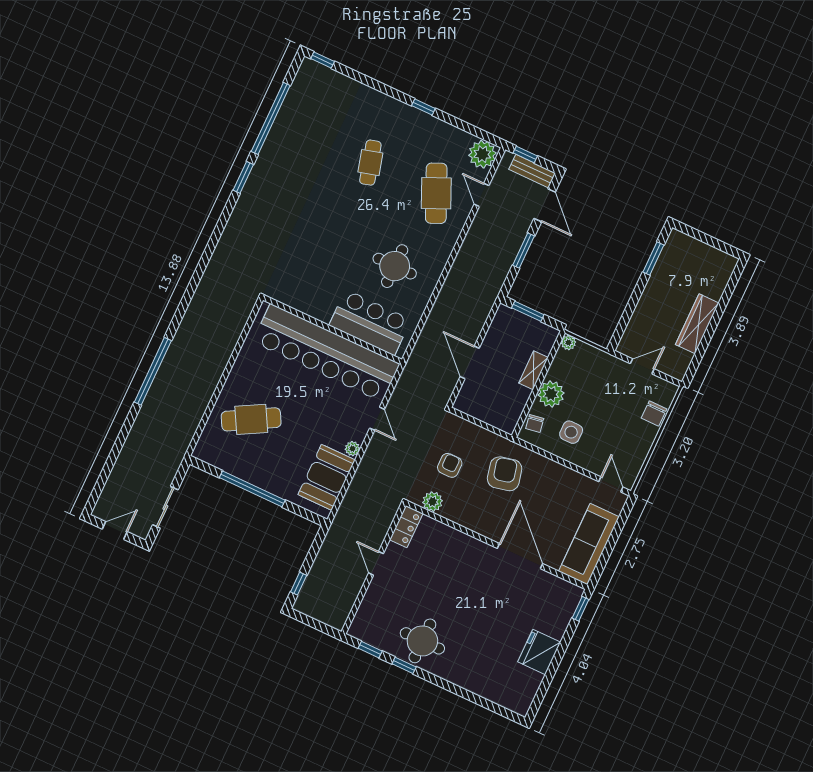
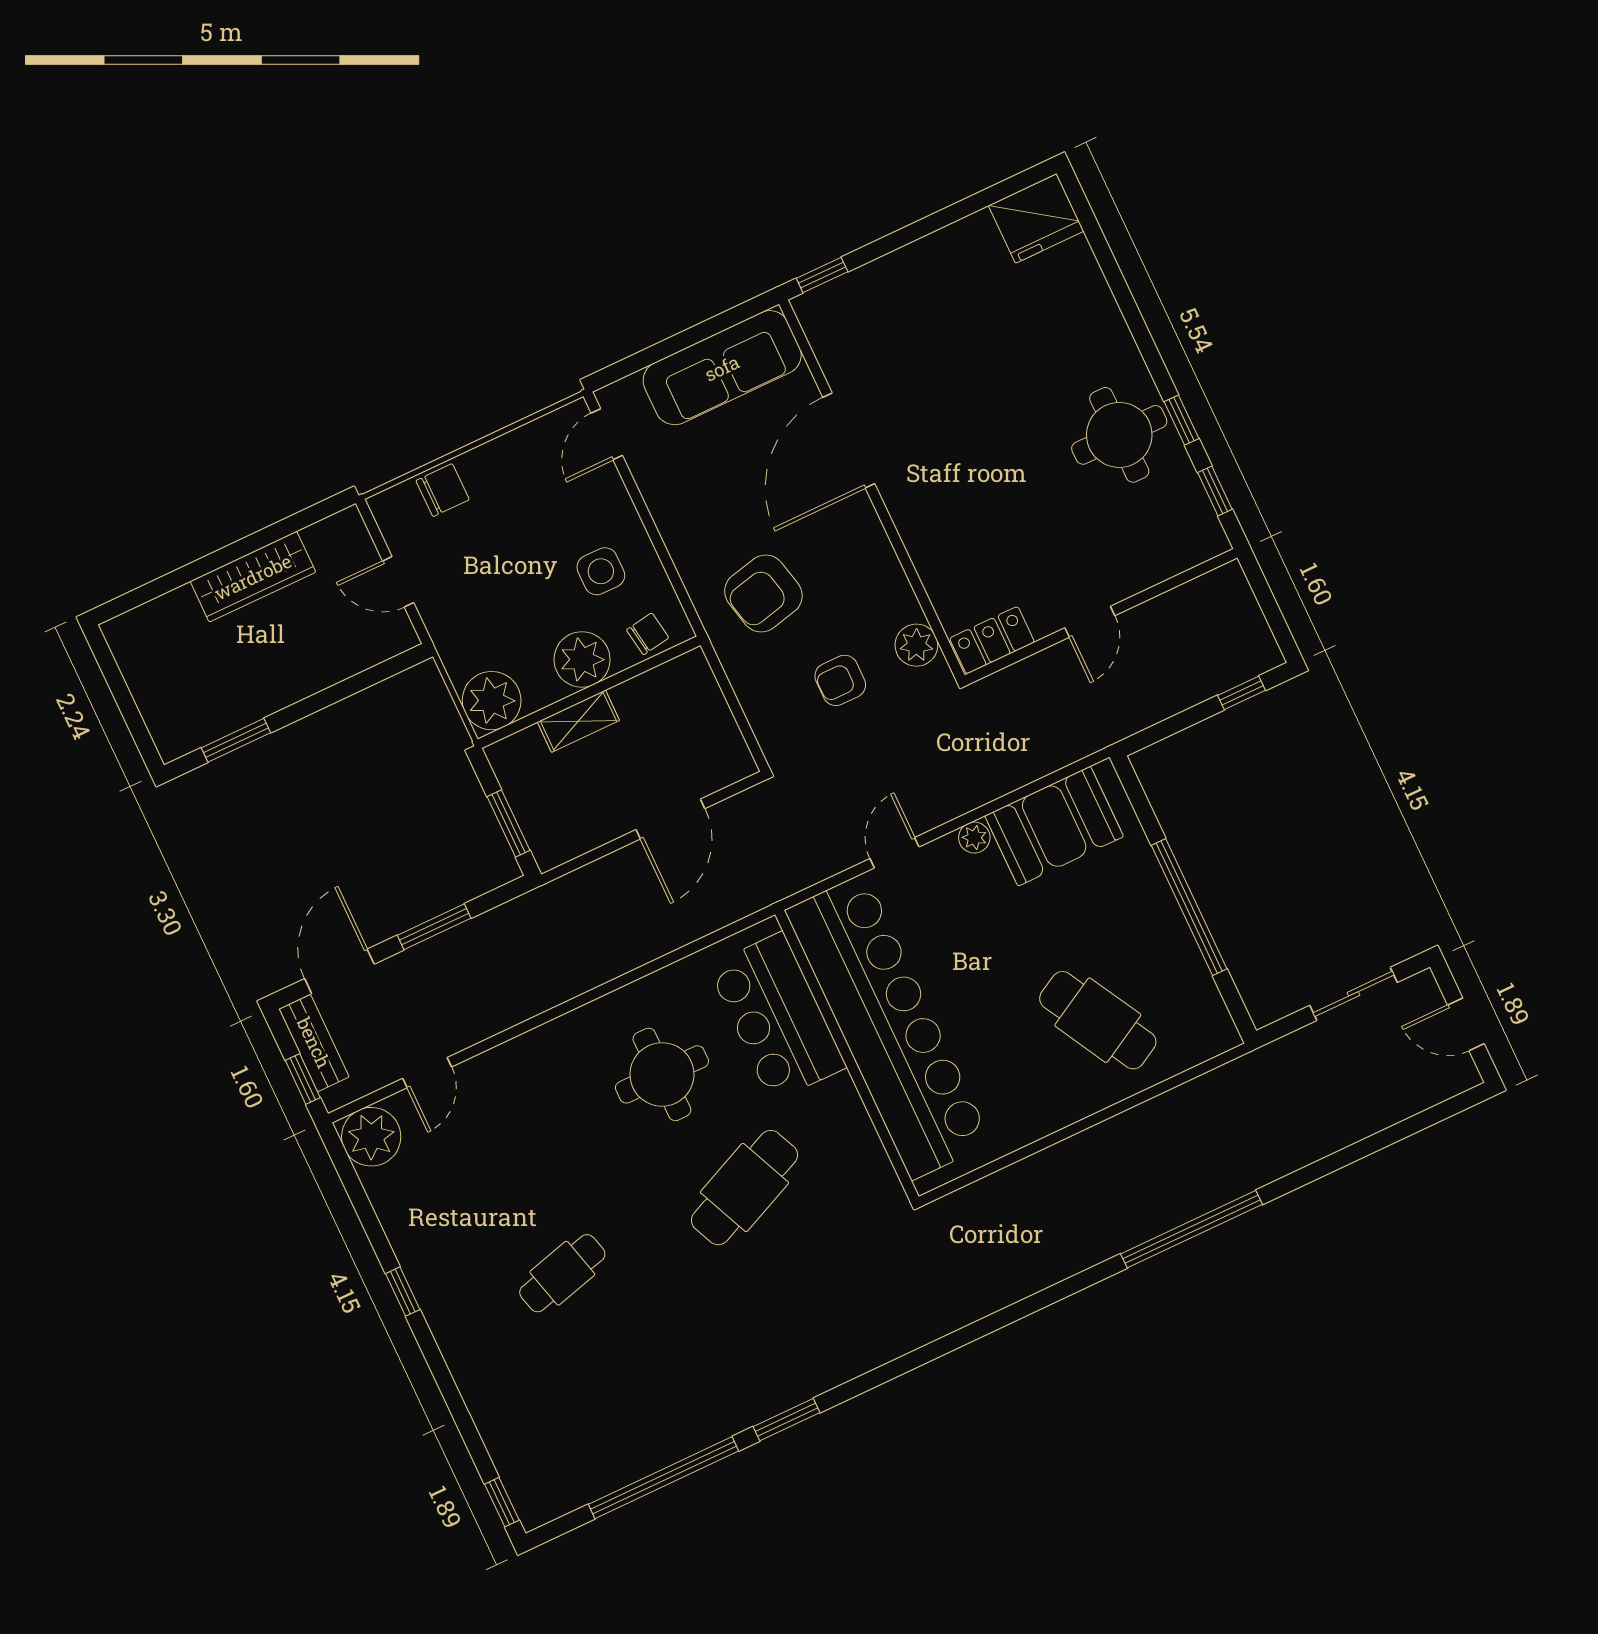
cafe table: (436, 193) -> (744, 1188), moved
plant: (568, 343) -> (492, 701), width x1.88, depth x1.88
fridge: (539, 652) -> (1036, 218), moved

